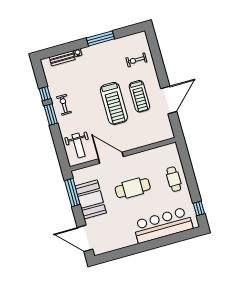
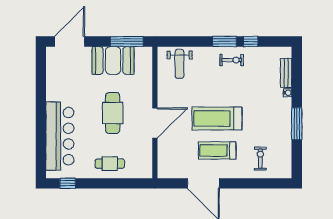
weight bench: (78, 145) -> (180, 64), turned -90
door: (111, 158) -> (155, 123), moved

